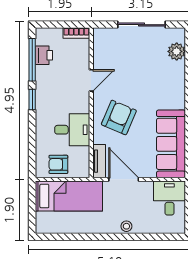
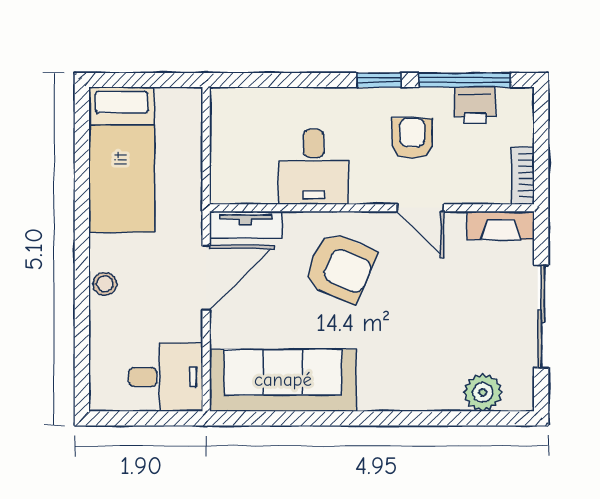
fireplace: (99, 43) -> (501, 225), added
armchair: (58, 164) -> (412, 138), moved
bed: (69, 196) -> (121, 159), moved

